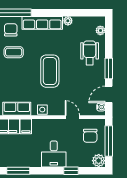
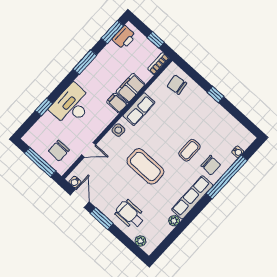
wheelchair: (90, 53) -> (130, 214), turned 180
chair: (90, 136) -> (59, 150), turned -90
desk: (54, 154) -> (72, 105), width x1.37
plant: (99, 161) -> (31, 138), removed

